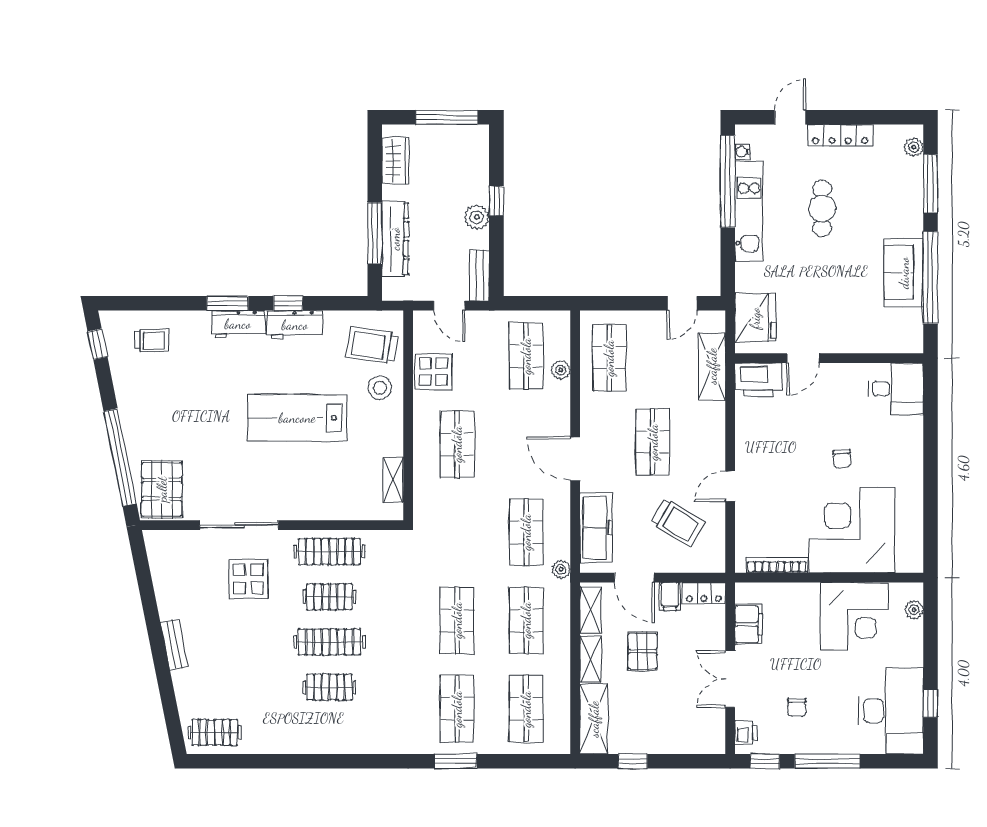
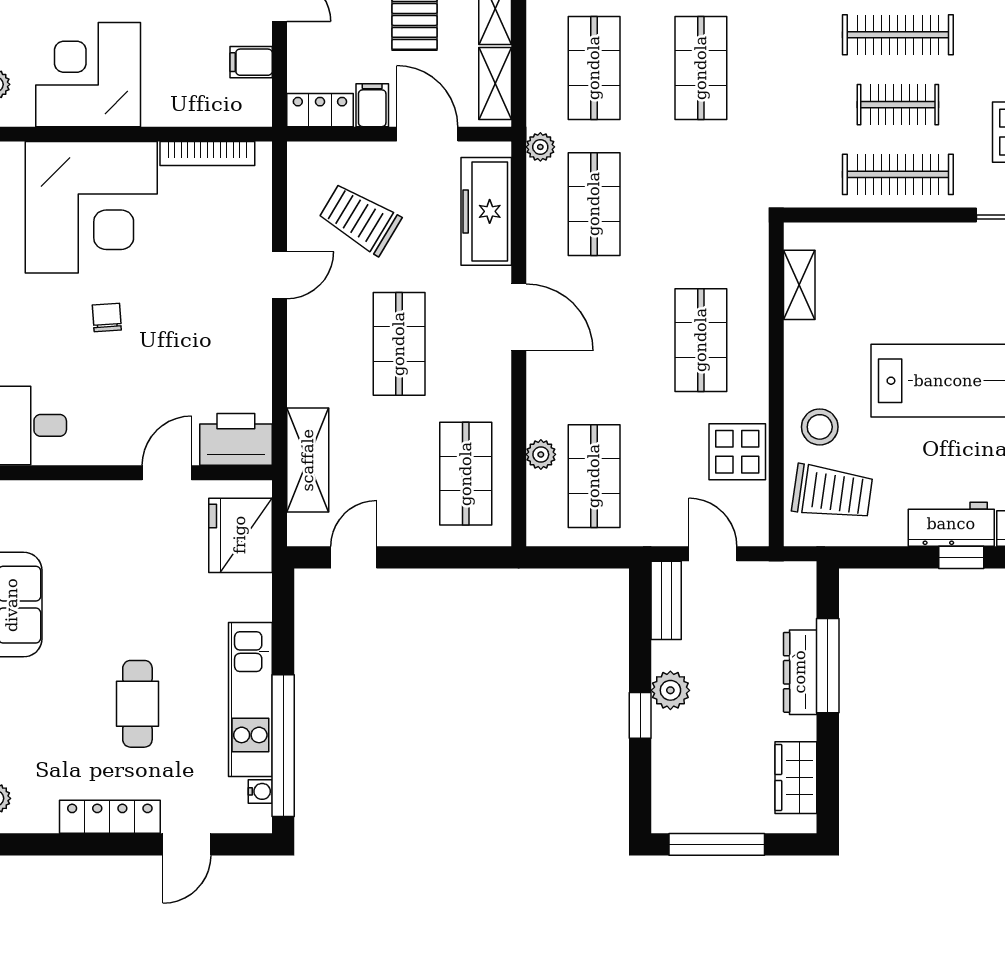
dresser: (395, 239) -> (800, 672), width x0.73, depth x0.80
filing cabinet: (748, 624) -> (251, 62), width x0.50

